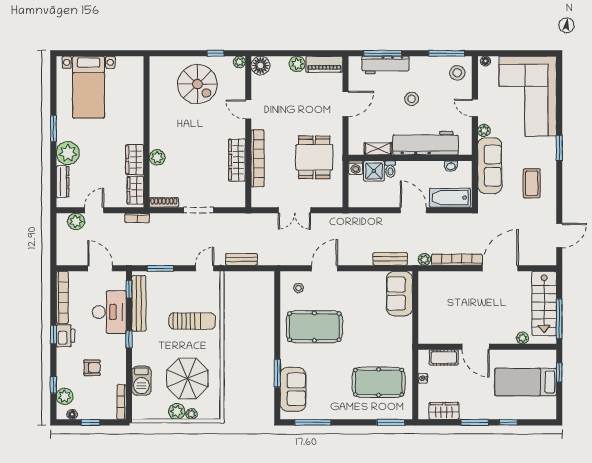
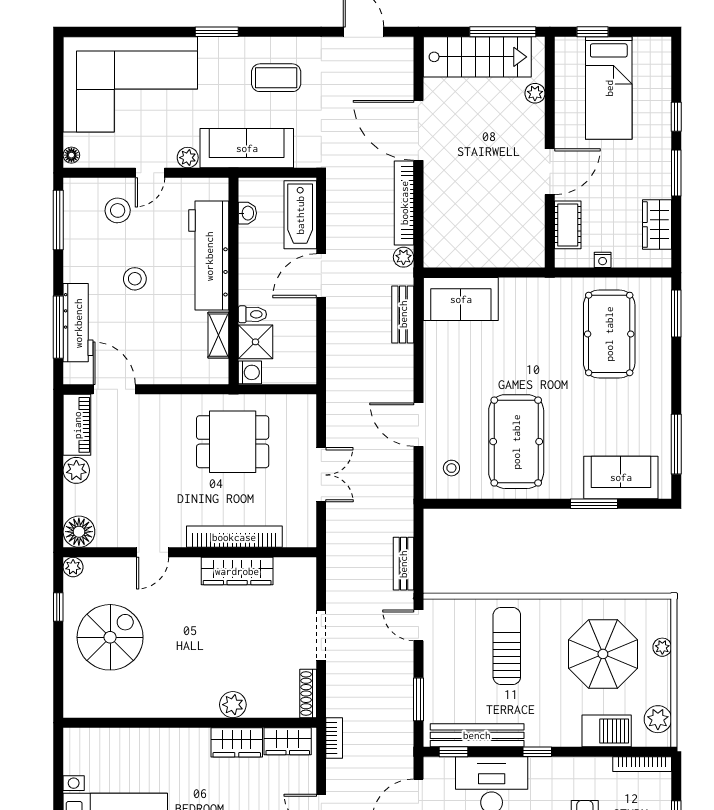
stool: (457, 73) -> (118, 210), moved
door: (346, 104) -> (114, 389), moved
plant: (177, 411) -> (658, 719), moved

